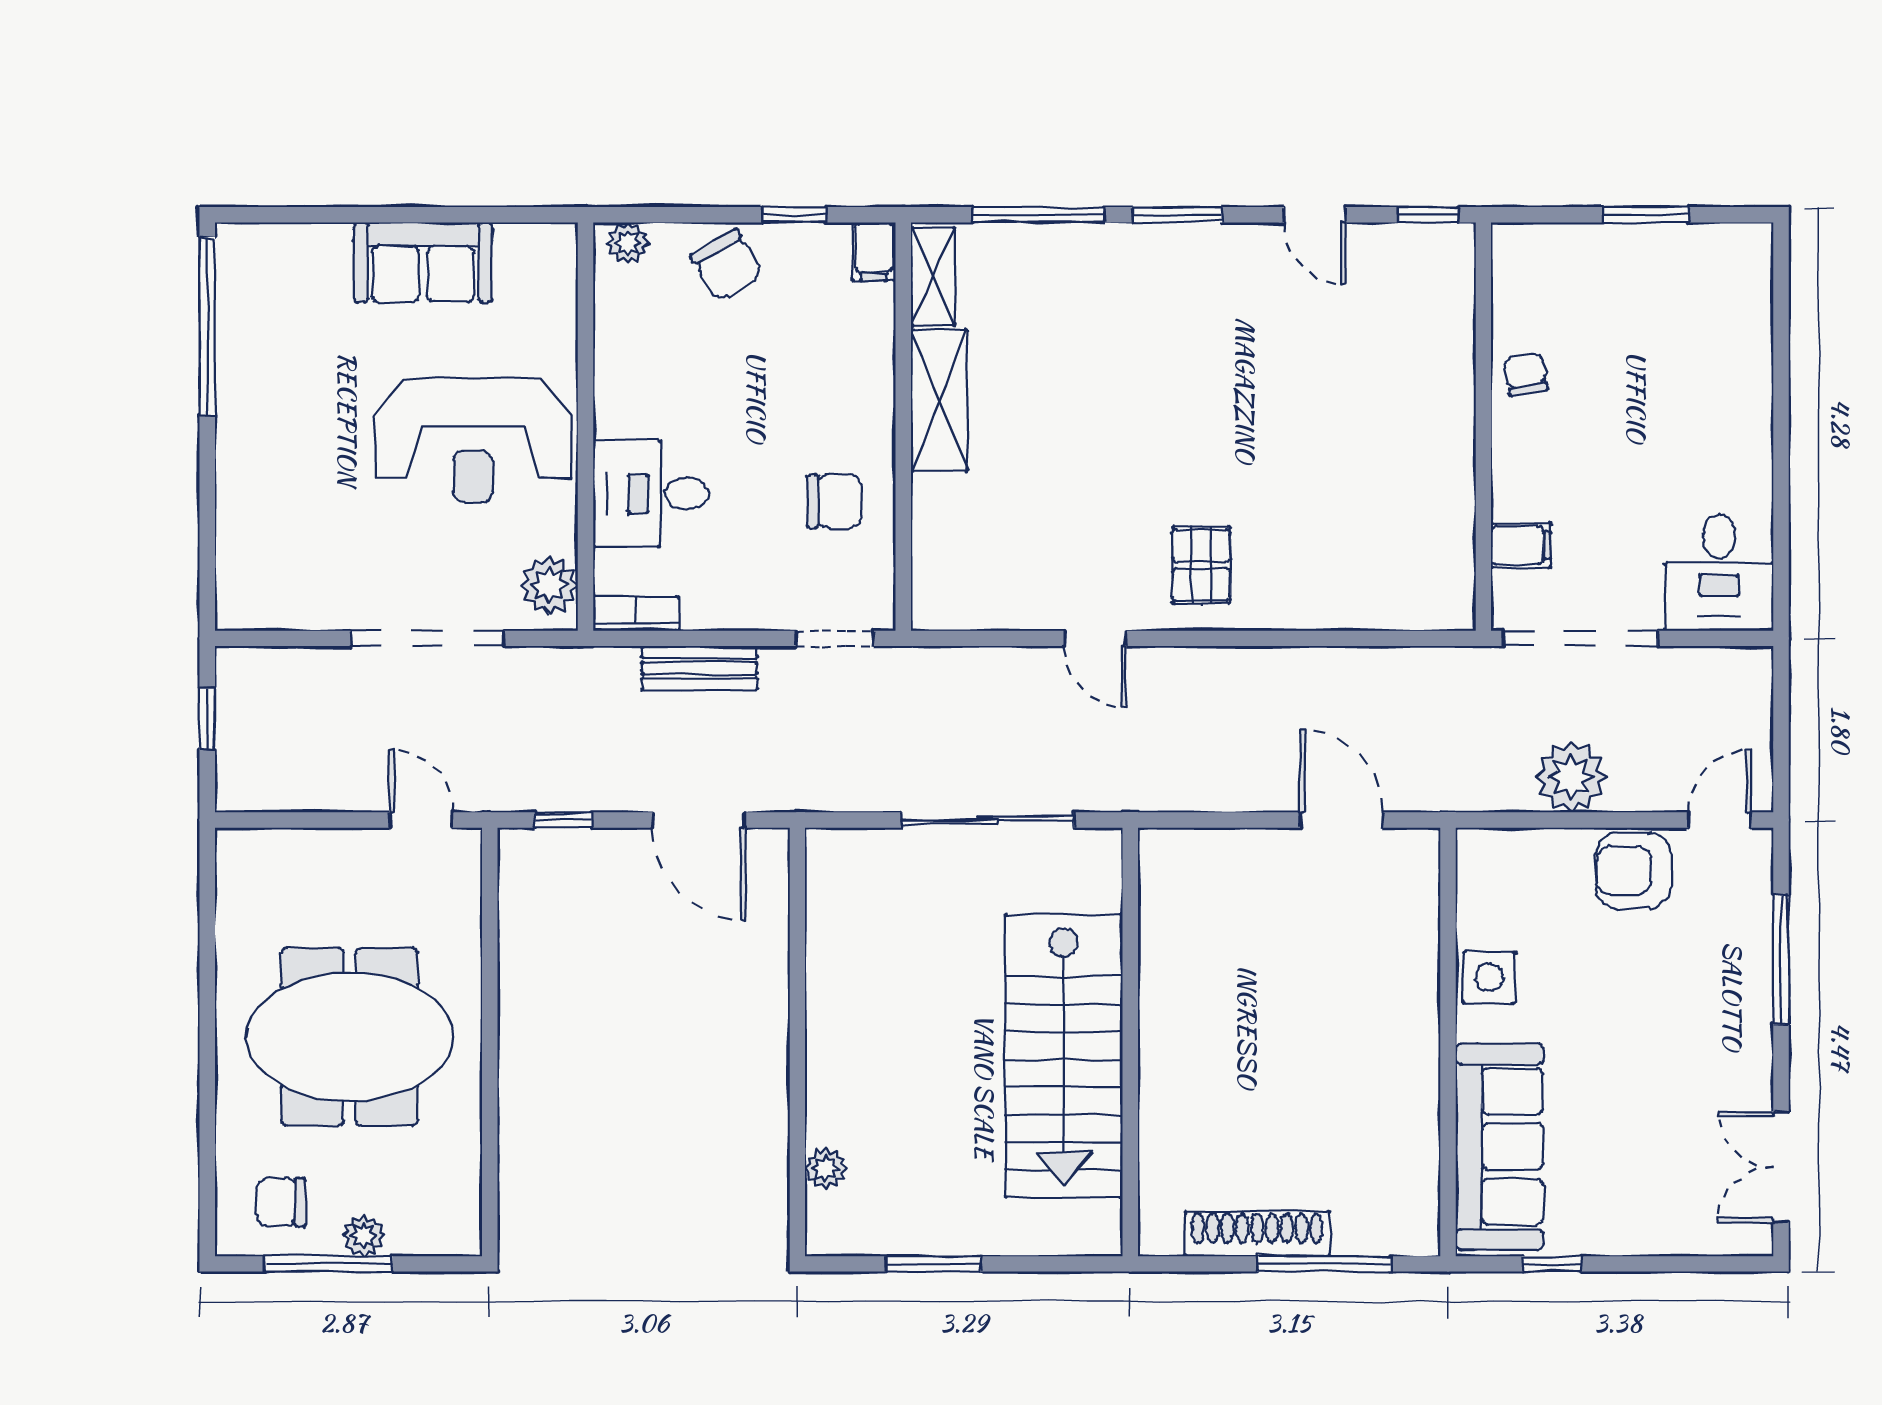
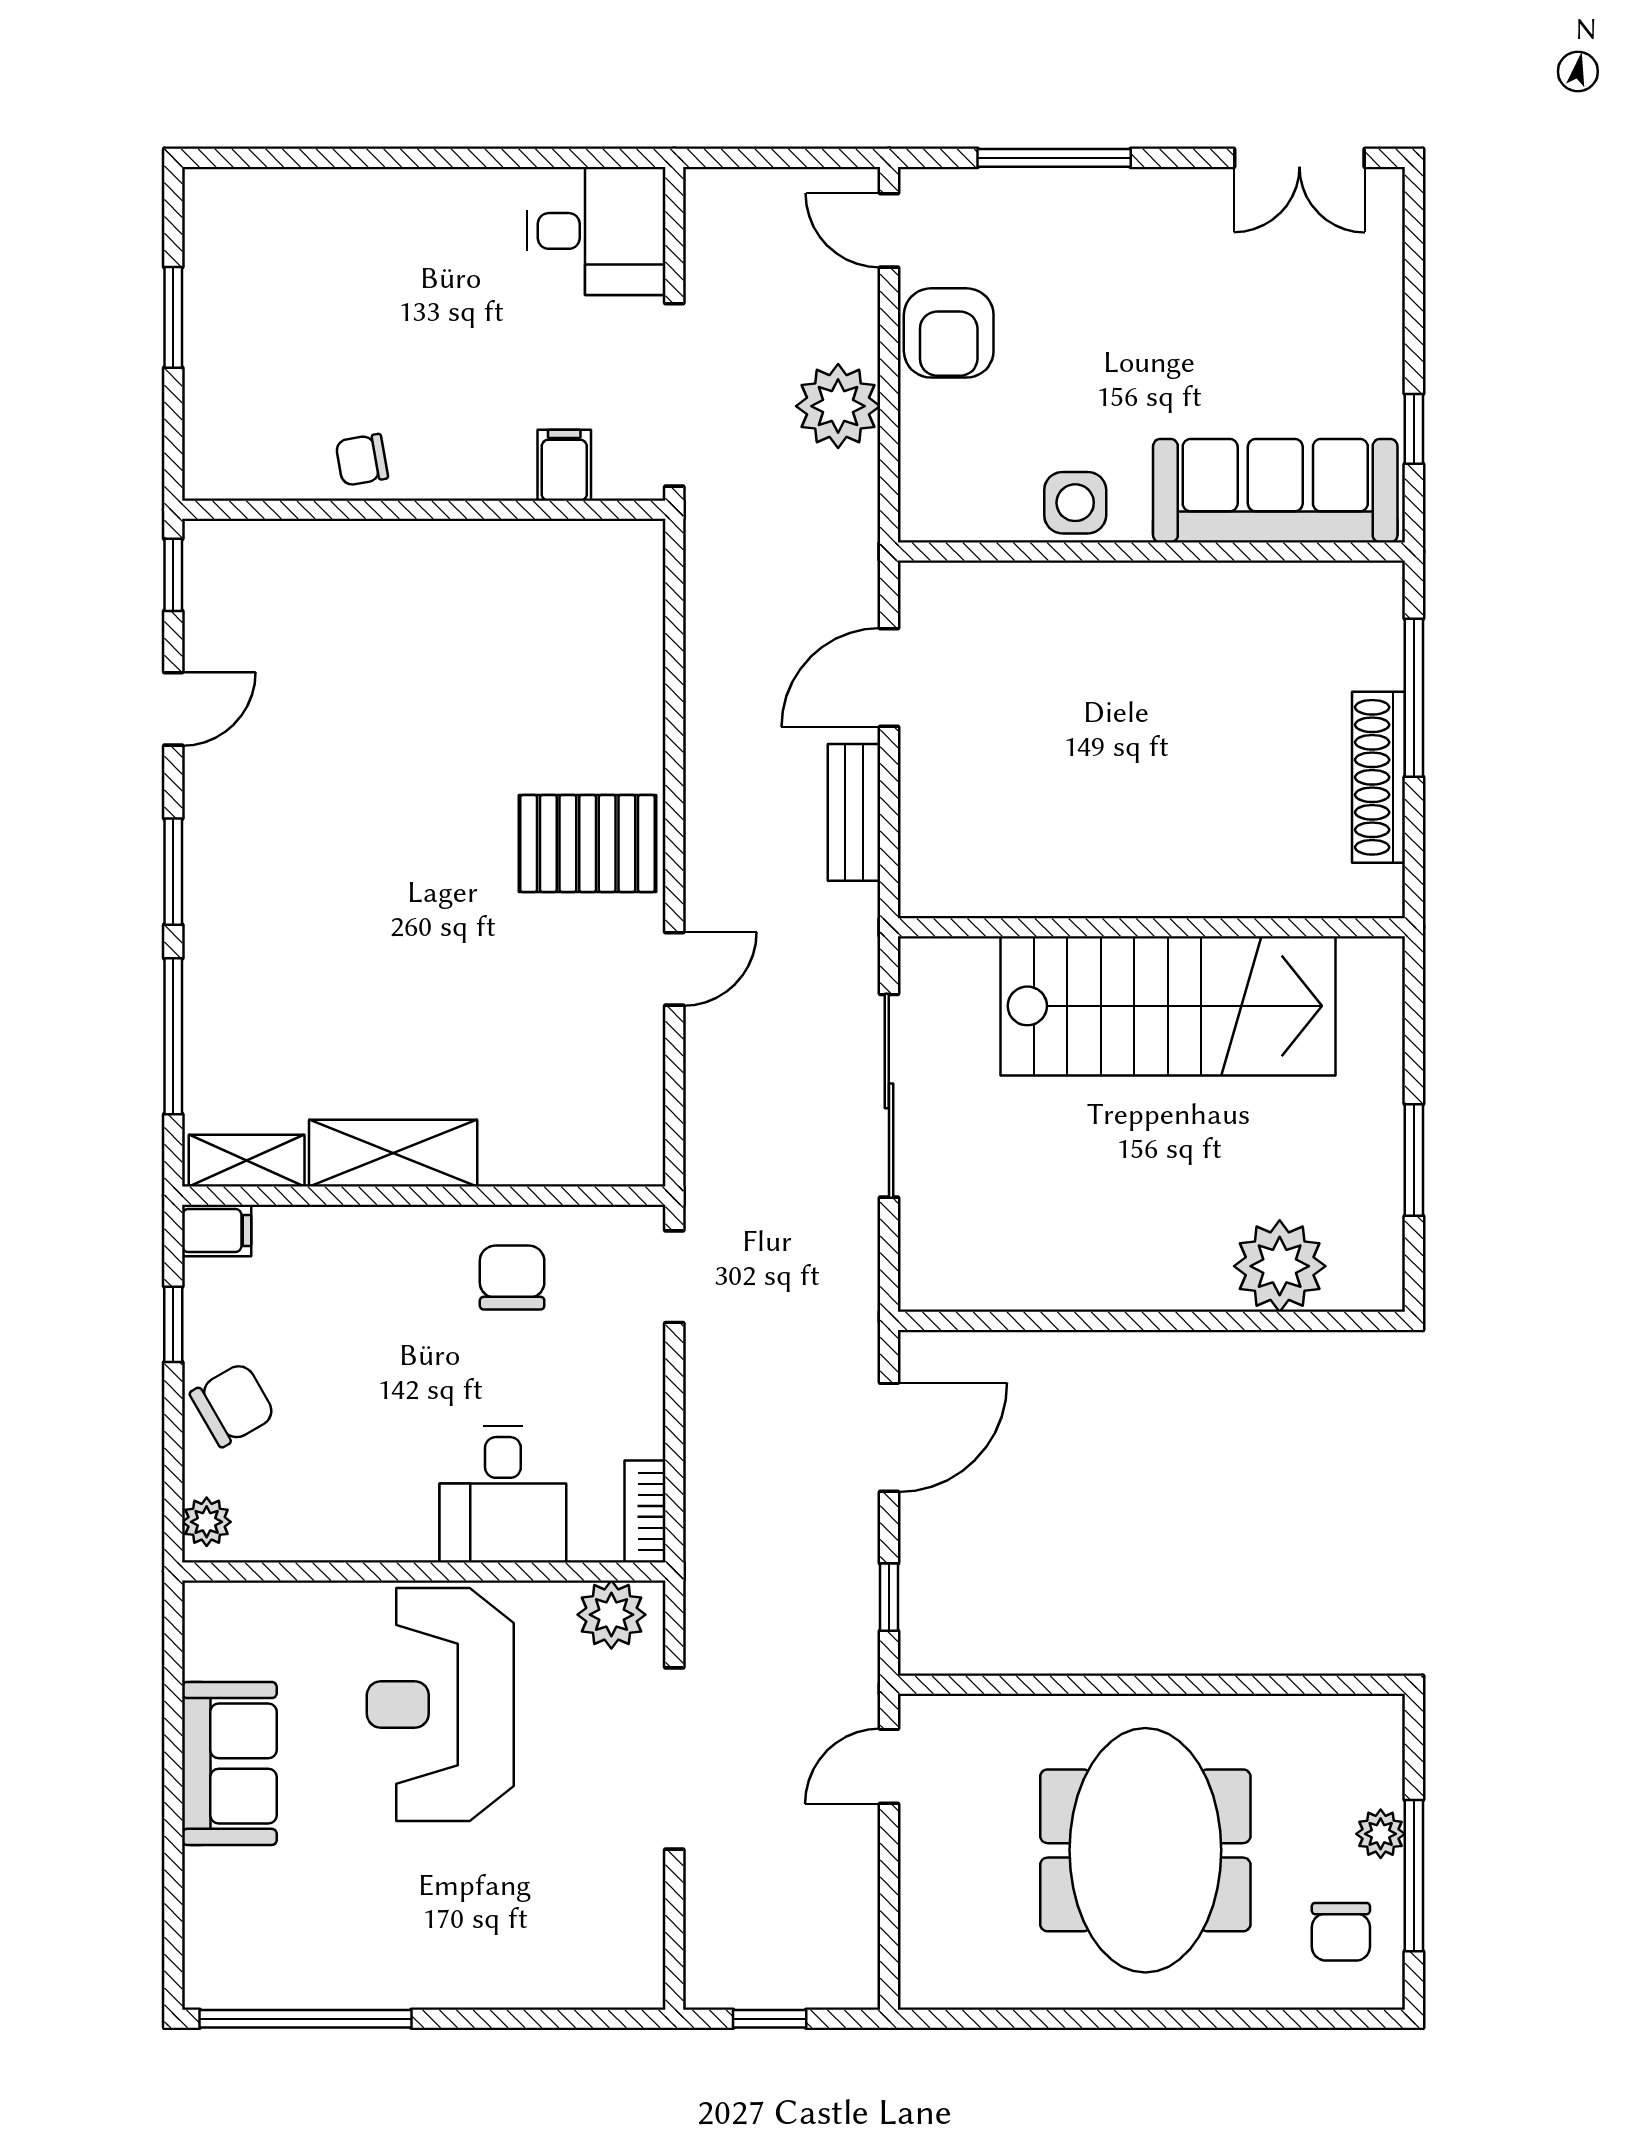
reception desk: (473, 441) -> (440, 1704), turned 180
pallet: (1201, 565) -> (588, 843), width x1.50, depth x1.42
bench: (700, 668) -> (854, 812), moved
plant: (826, 1169) -> (1280, 1266), width x1.88, depth x1.88

